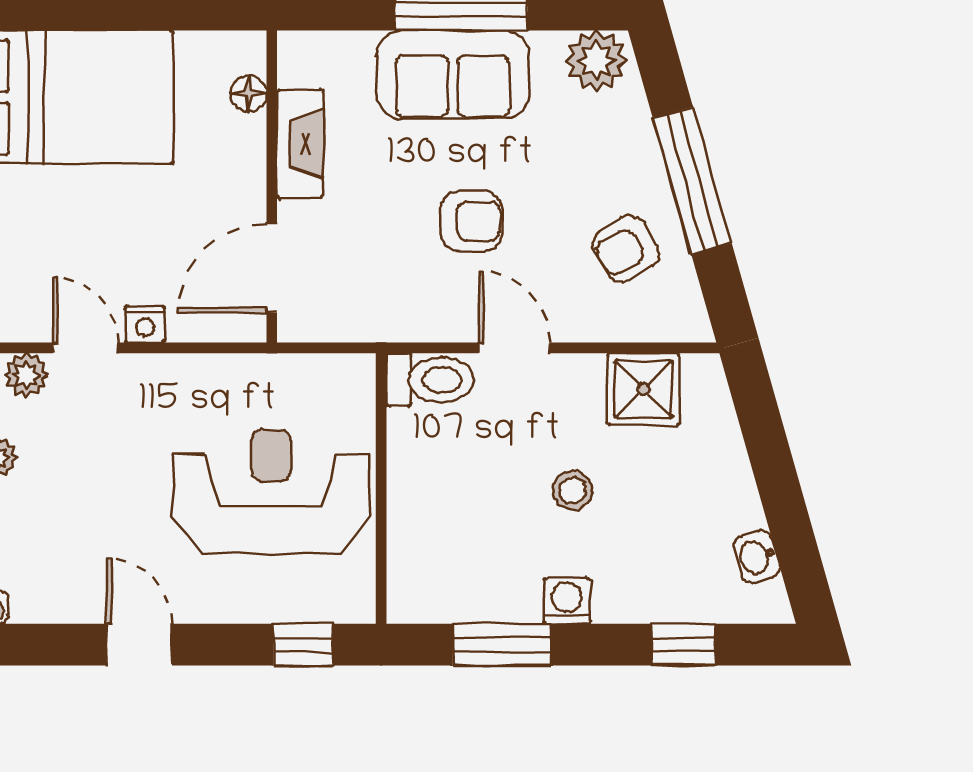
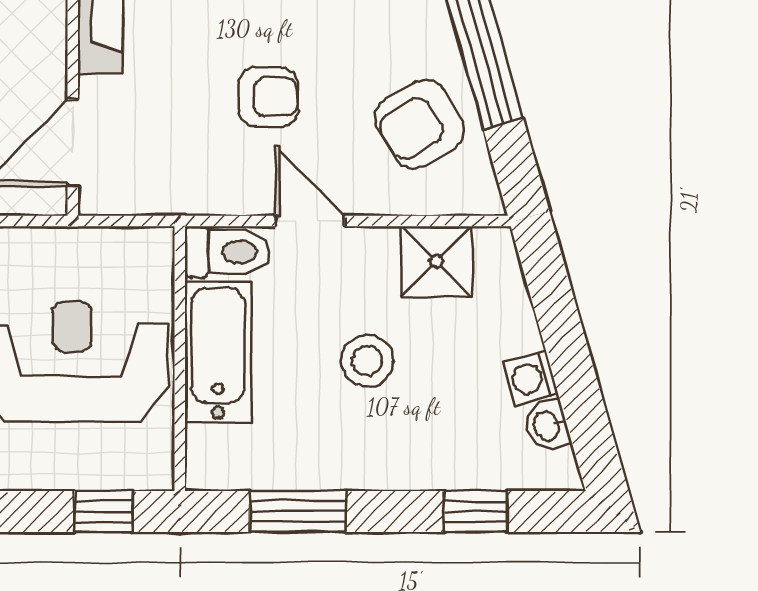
armchair: (626, 249) -> (419, 124), width x1.38, depth x1.38
bathtub: (420, 482) -> (218, 352), added
stool: (573, 491) -> (367, 361), width x1.37, depth x1.37
washing machine: (567, 601) -> (531, 378), moved, turned -106

